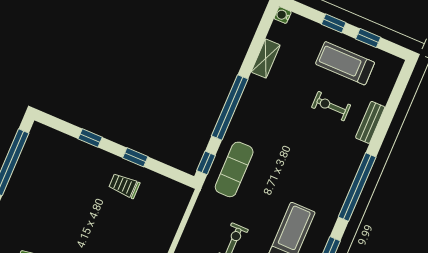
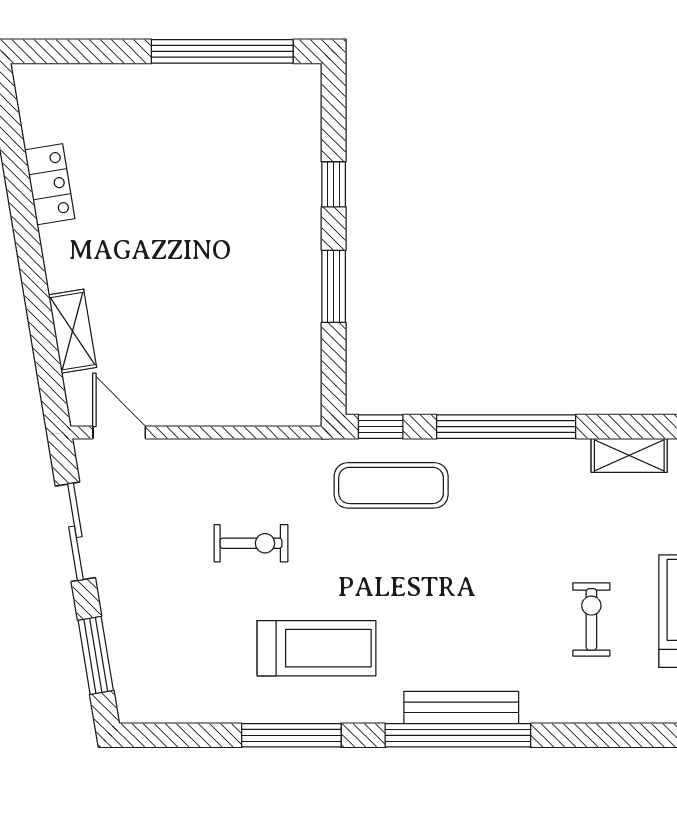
bench: (370, 122) -> (461, 708), moved, width x1.36
window: (135, 157) -> (334, 286), width x1.50
trolley: (124, 186) -> (270, 288), removed

